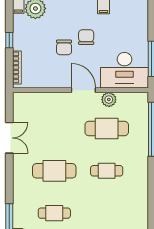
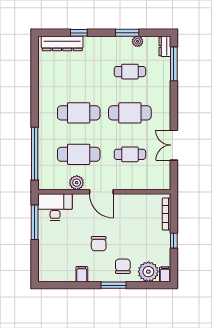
chair: (64, 47) -> (123, 266), moved
desk: (124, 70) -> (55, 207), width x0.73, depth x0.77
cafe table: (54, 128) -> (130, 154), added
cafe table: (107, 171) -> (79, 113), width x1.37, depth x1.35

